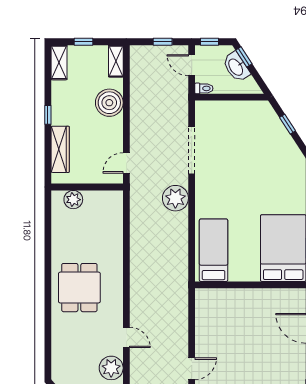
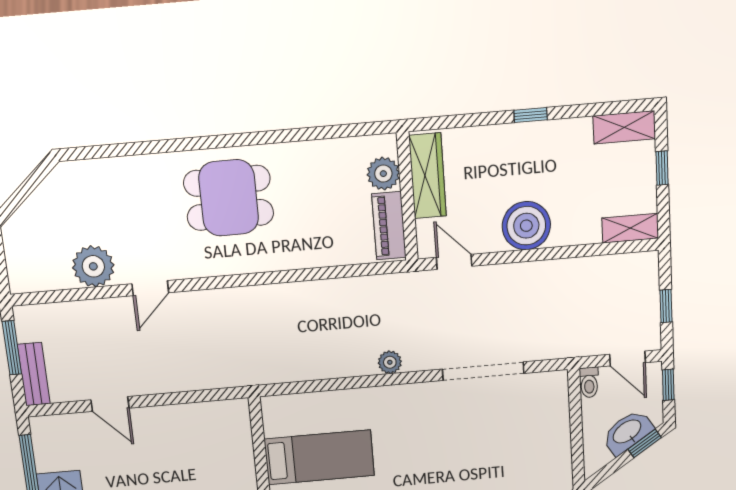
door: (192, 65) -> (627, 359), swing flipped
boiler: (109, 103) -> (526, 226), moved
wardrobe: (60, 149) -> (428, 176), moved, turned -90
plant: (175, 198) -> (390, 362), width x0.53, depth x0.53
piano: (103, 199) -> (389, 226), added
bed: (214, 250) -> (319, 457), moved

